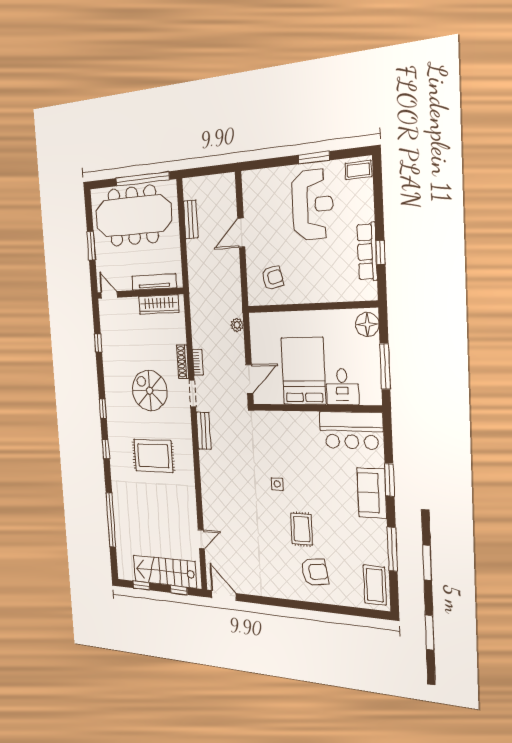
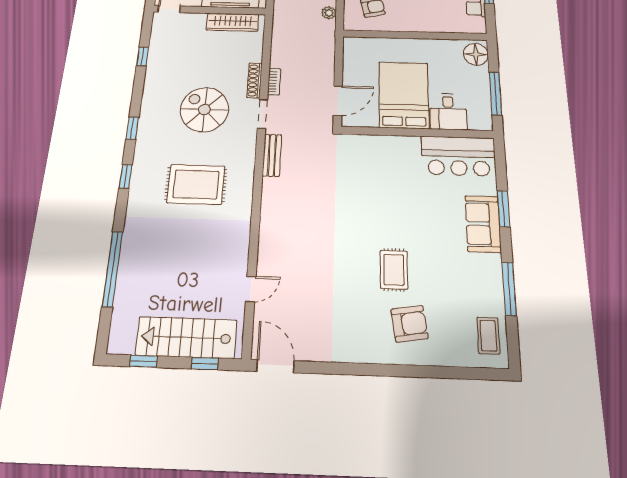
plant: (237, 325) -> (329, 13), moved
side table: (277, 484) -> (365, 216), removed
coffee table: (375, 585) -> (488, 336), width x0.73, depth x0.77

